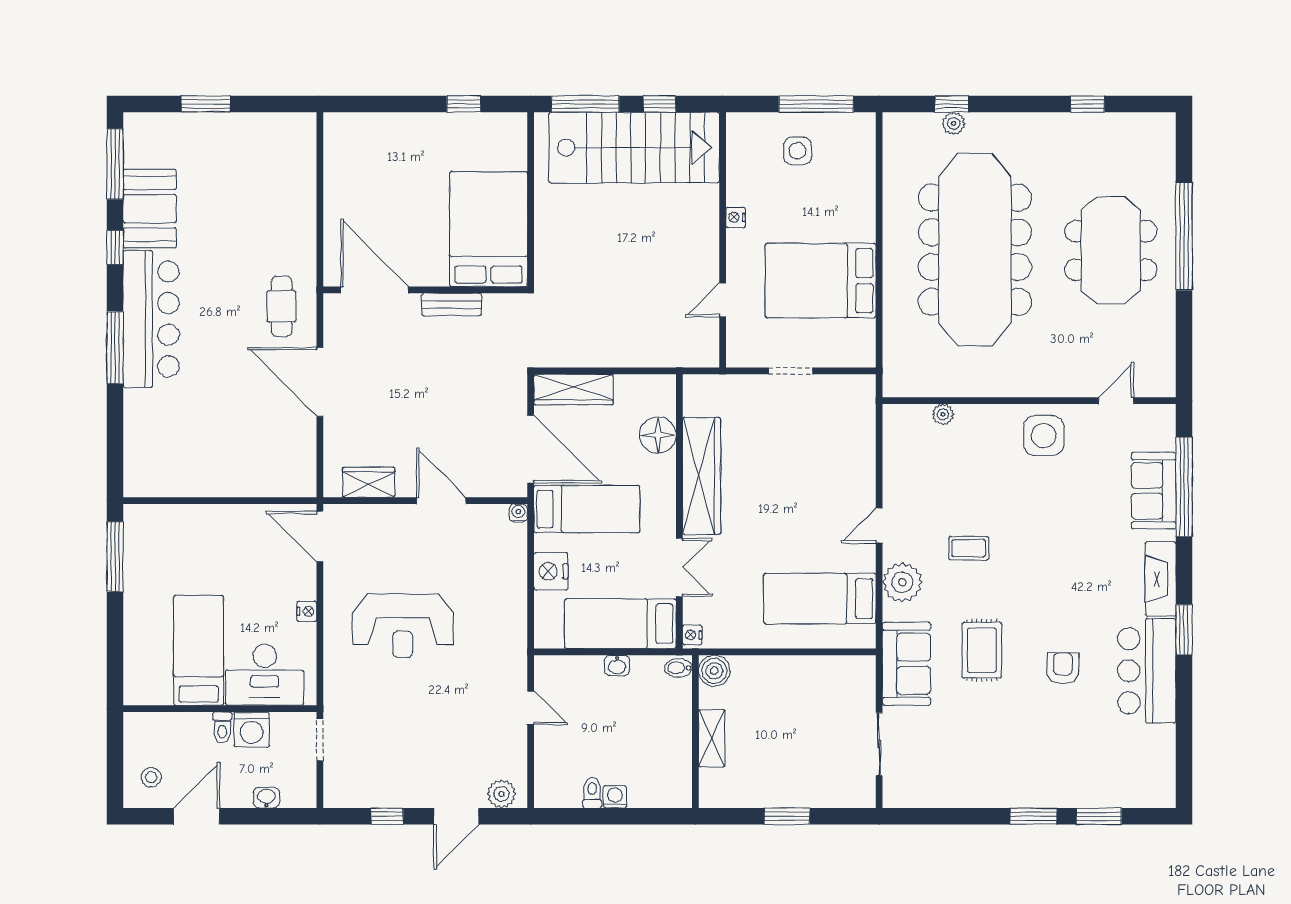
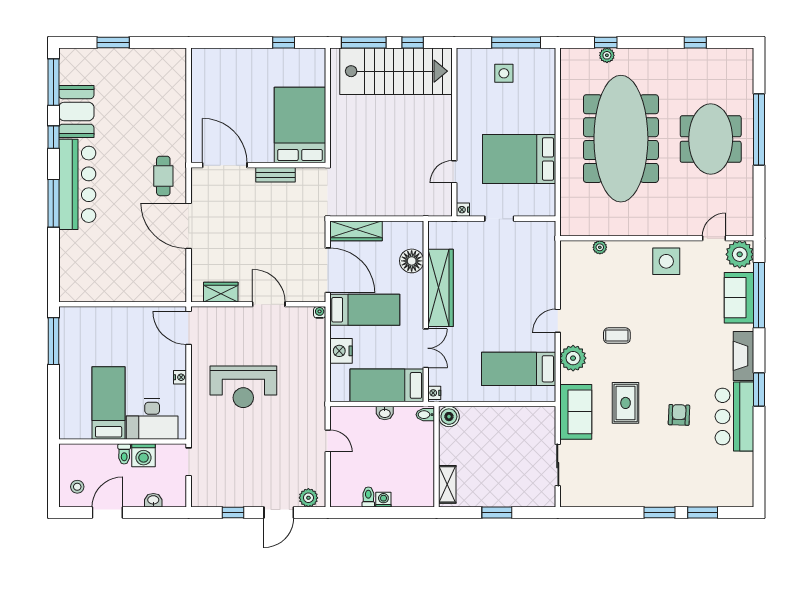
nightstand: (735, 217) -> (463, 210), moved
plant: (1155, 425) -> (740, 254), added
shelving: (712, 738) -> (447, 484), moved

